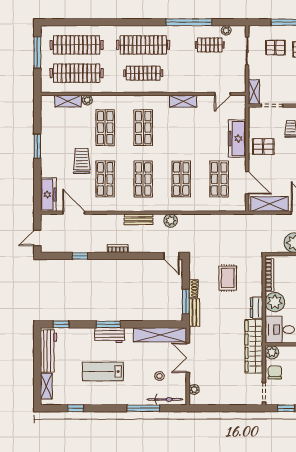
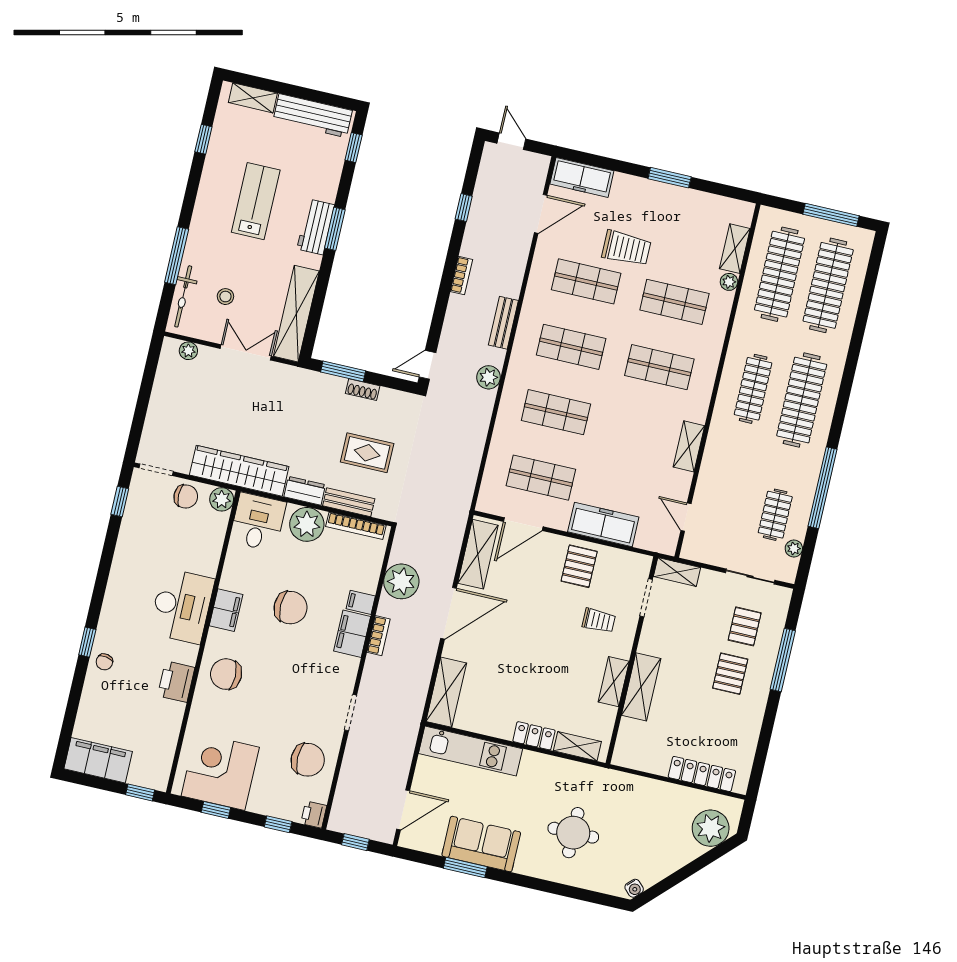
bench: (194, 312) -> (349, 502), moved

